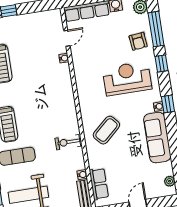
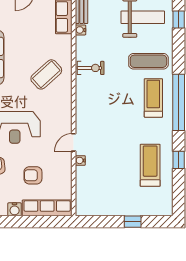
door: (67, 38) -> (74, 142), moved
armchair: (104, 38) -> (33, 175), added

